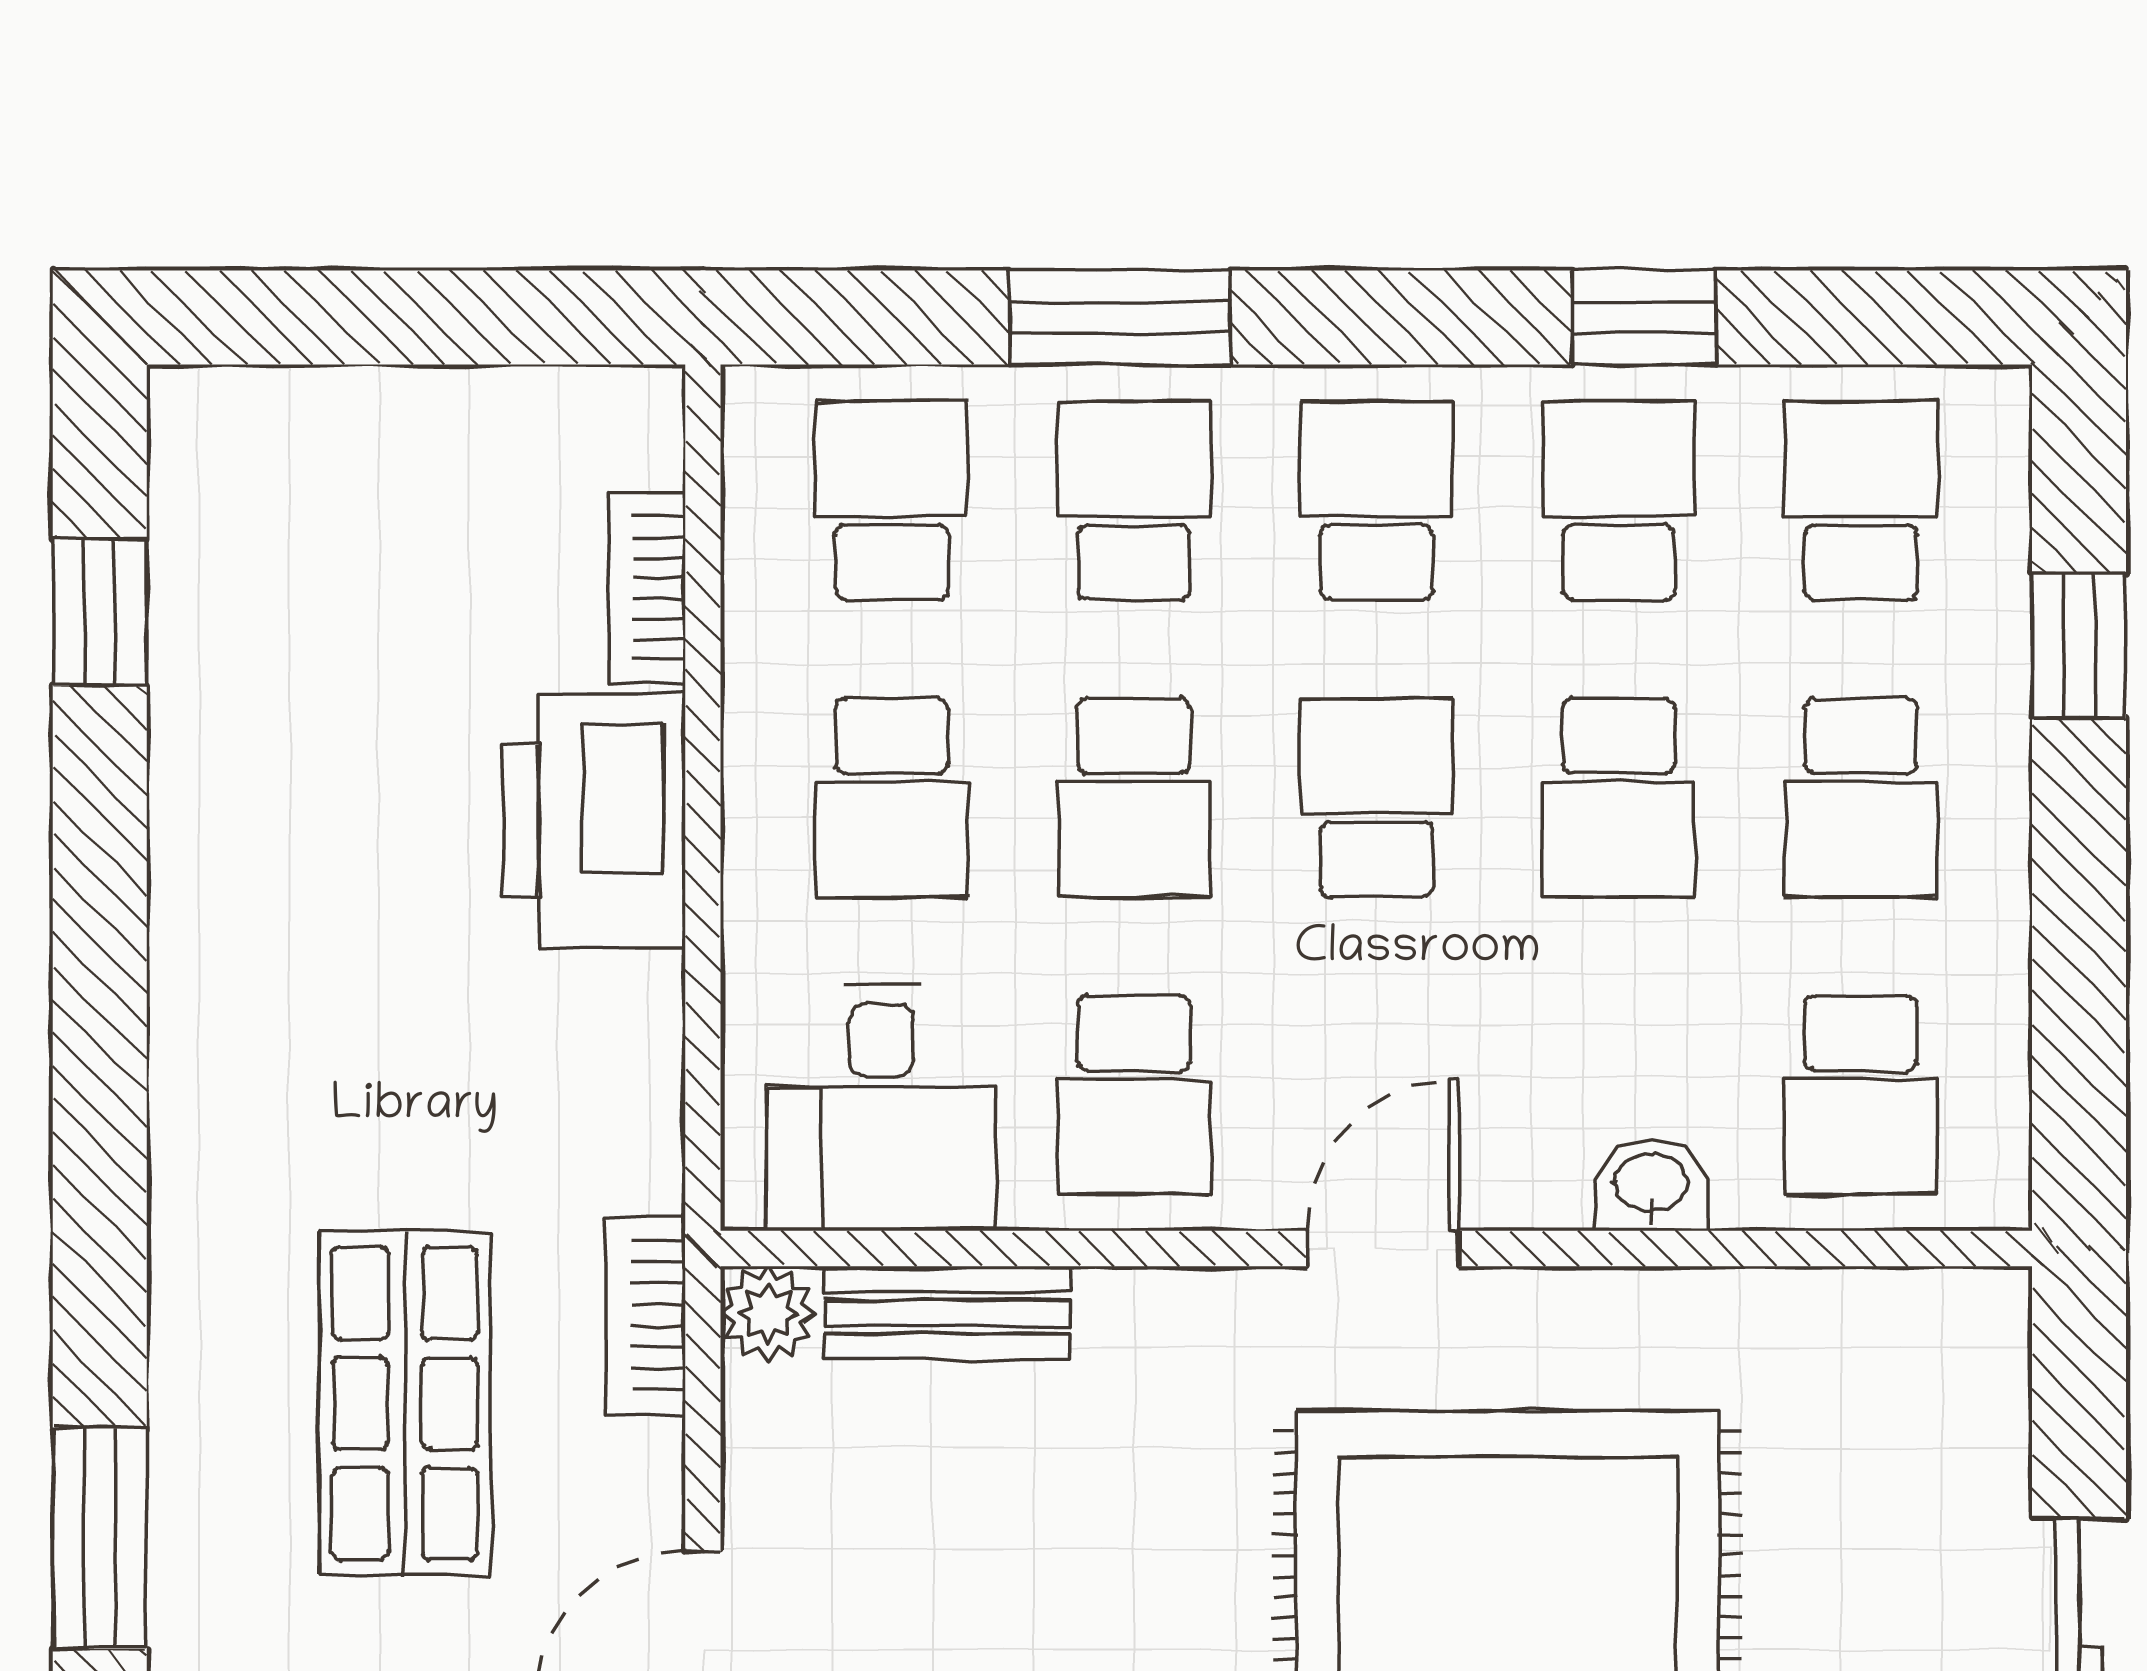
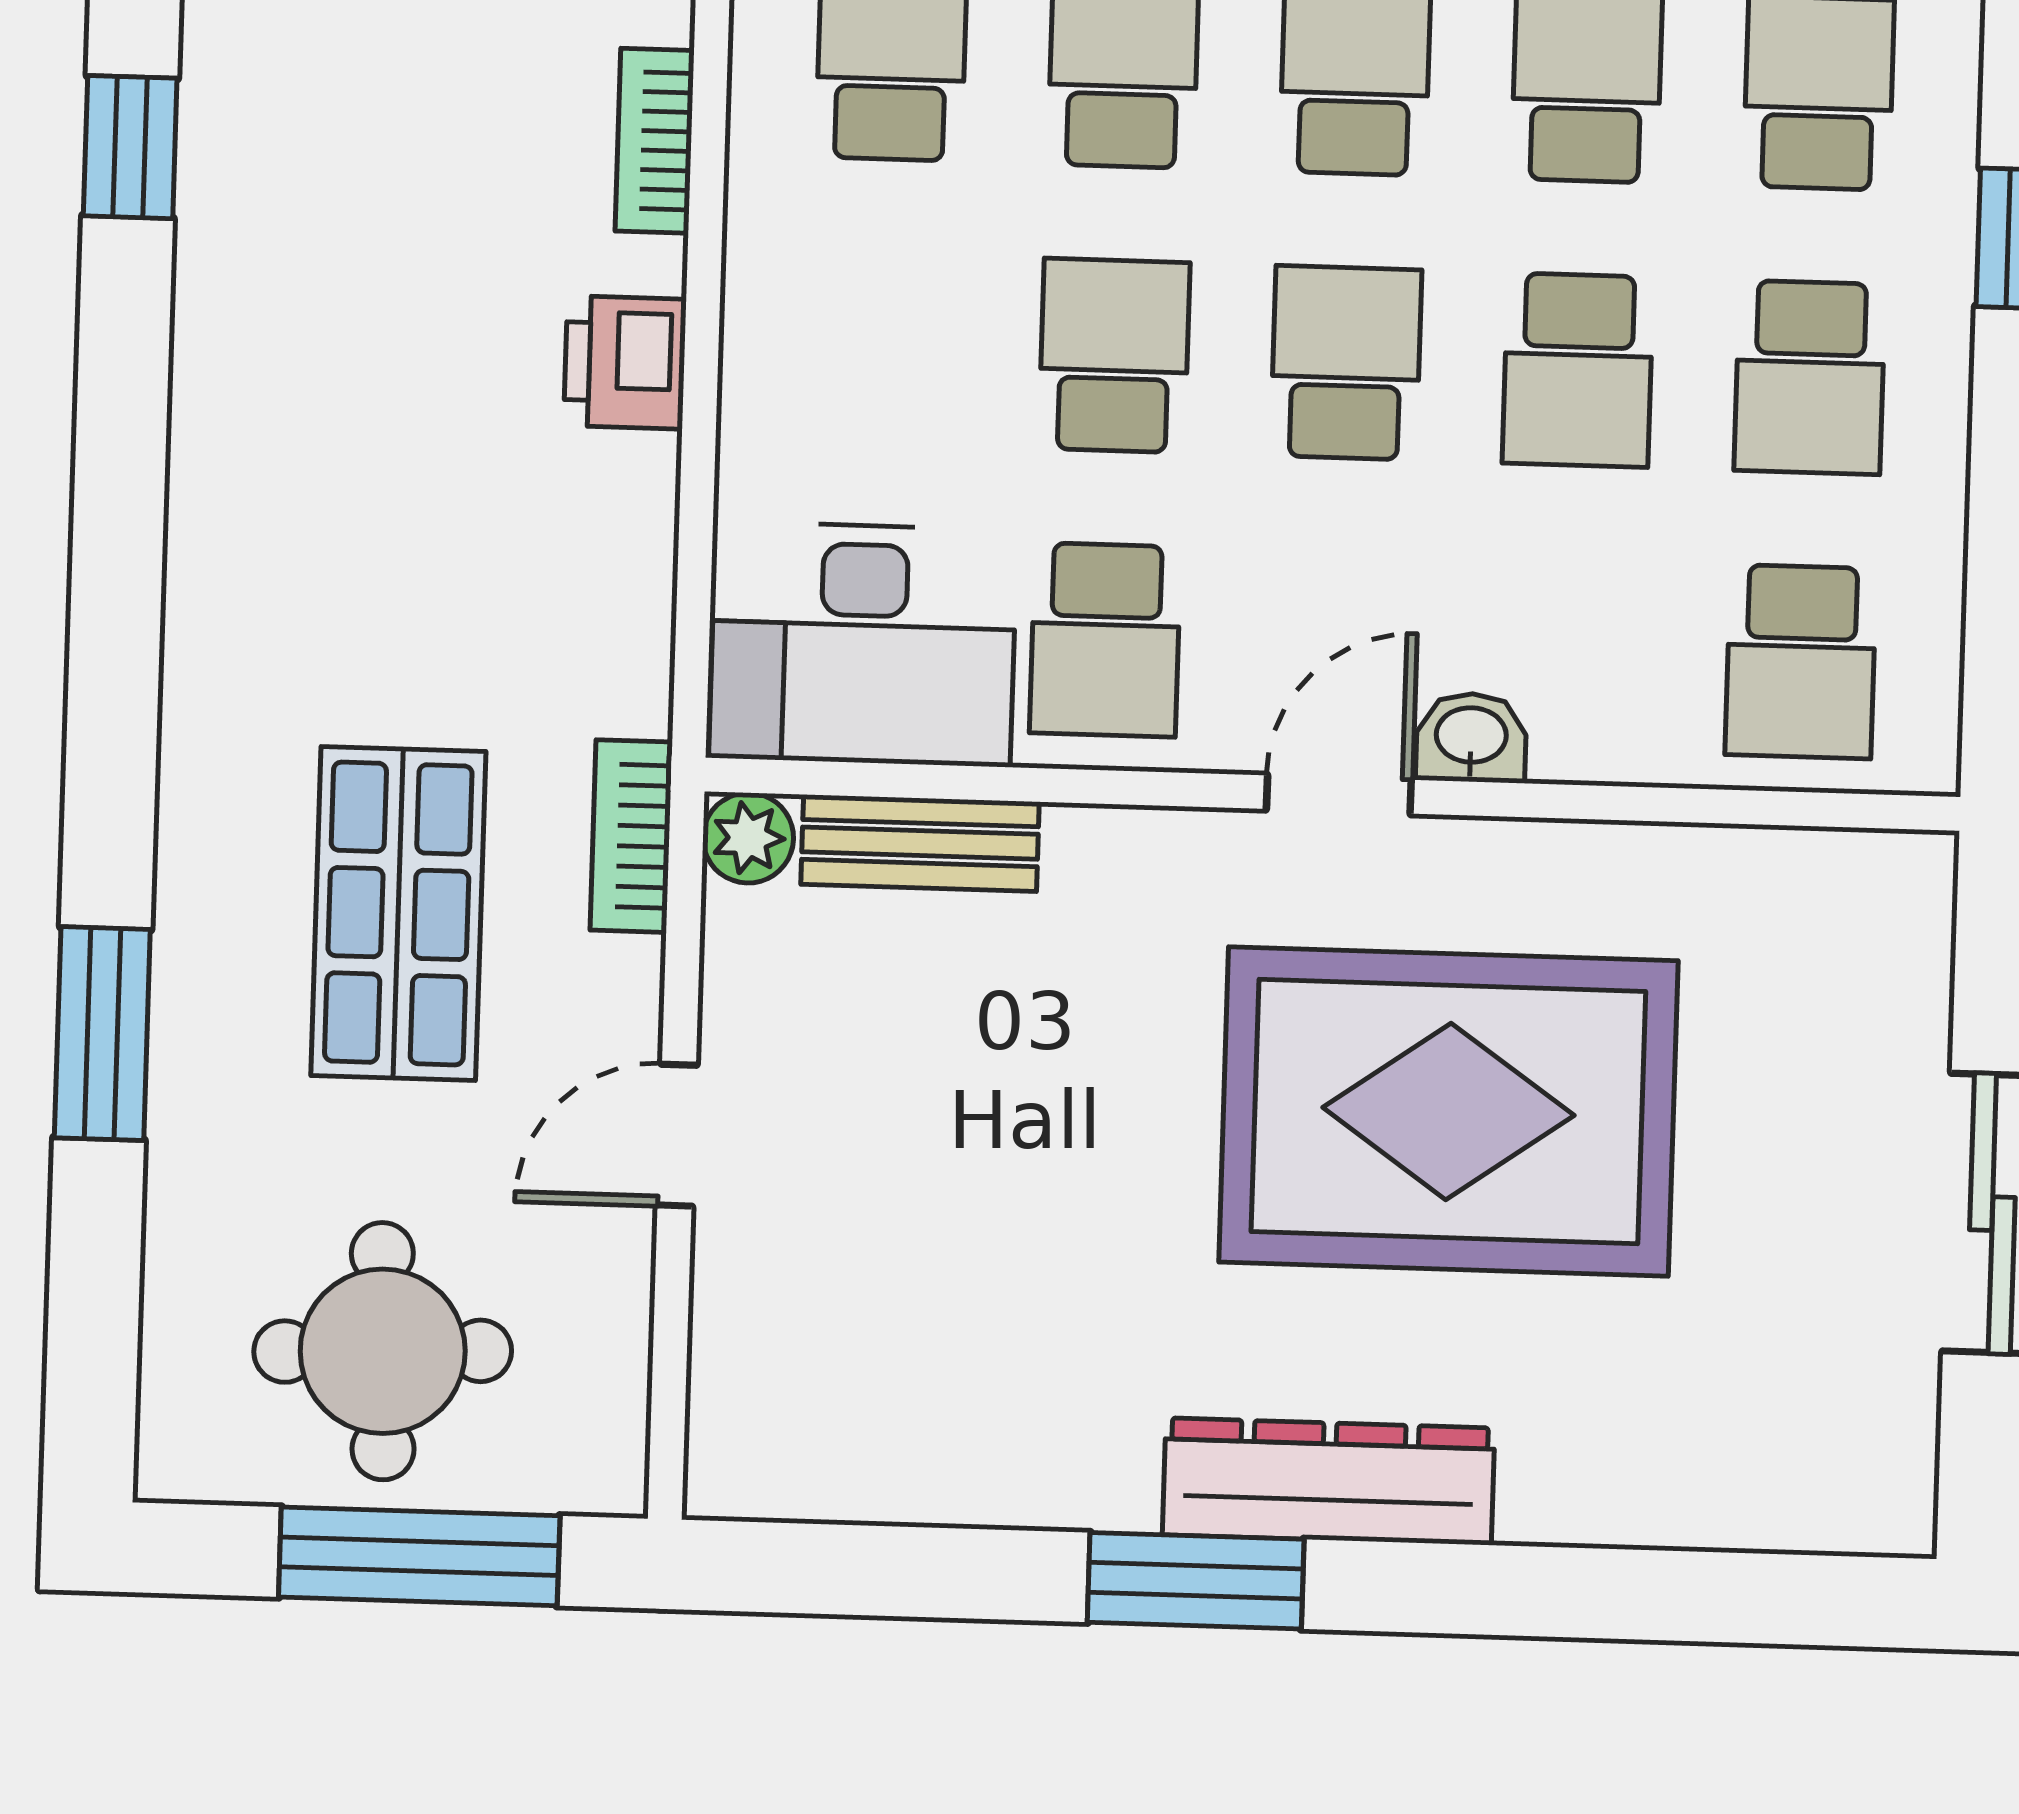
school desk: (892, 798) -> (882, 348), removed
school desk: (1134, 798) -> (1114, 355), turned 180
printer: (594, 821) -> (625, 362), width x0.53, depth x0.68
desk: (881, 1107) -> (863, 644), width x1.37
washbasin: (1651, 1185) -> (1471, 738), moved

